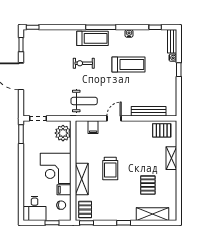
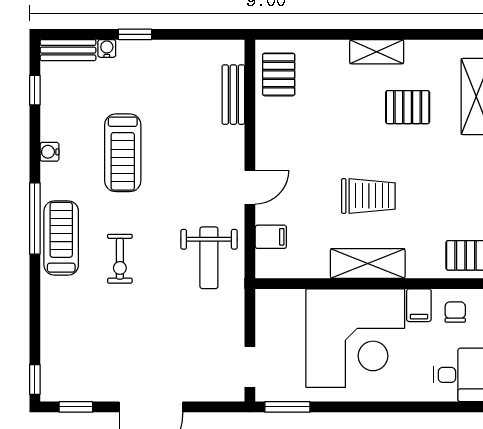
treadmill: (129, 64) -> (123, 153), turned 180
weight bench: (84, 101) -> (209, 258), turned 180
bench: (149, 111) -> (233, 95), width x0.73
door: (114, 118) -> (250, 187), swing flipped
plant: (63, 133) -> (285, 308), removed
shelving: (171, 158) -> (377, 52), moved
corner desk: (56, 168) -> (355, 338), width x1.36, depth x1.36
shelving: (82, 179) -> (368, 263), moved

